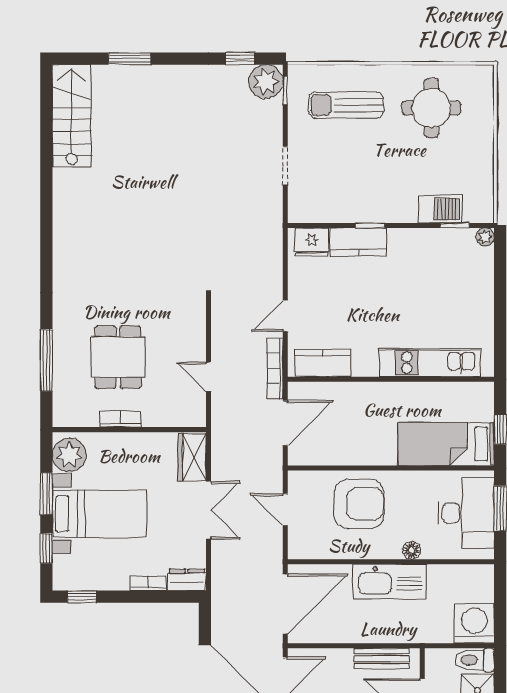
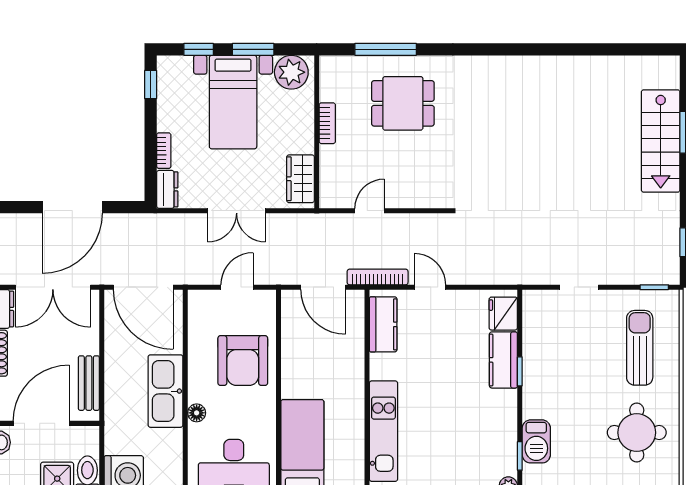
plant: (266, 82) -> (663, 268), removed
stairs: (72, 116) -> (661, 141), moved, turned 90
dining table: (118, 357) -> (403, 103), moved
wardrobe: (192, 457) -> (301, 179), moved, turned -90

